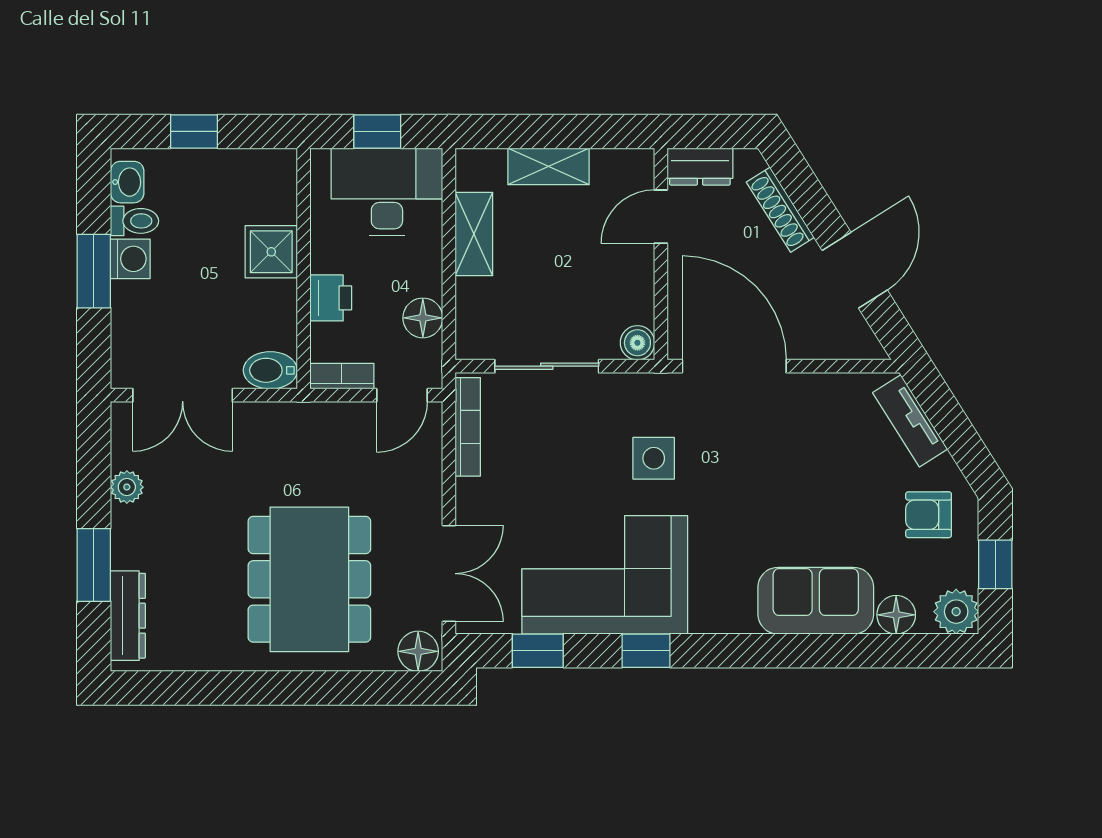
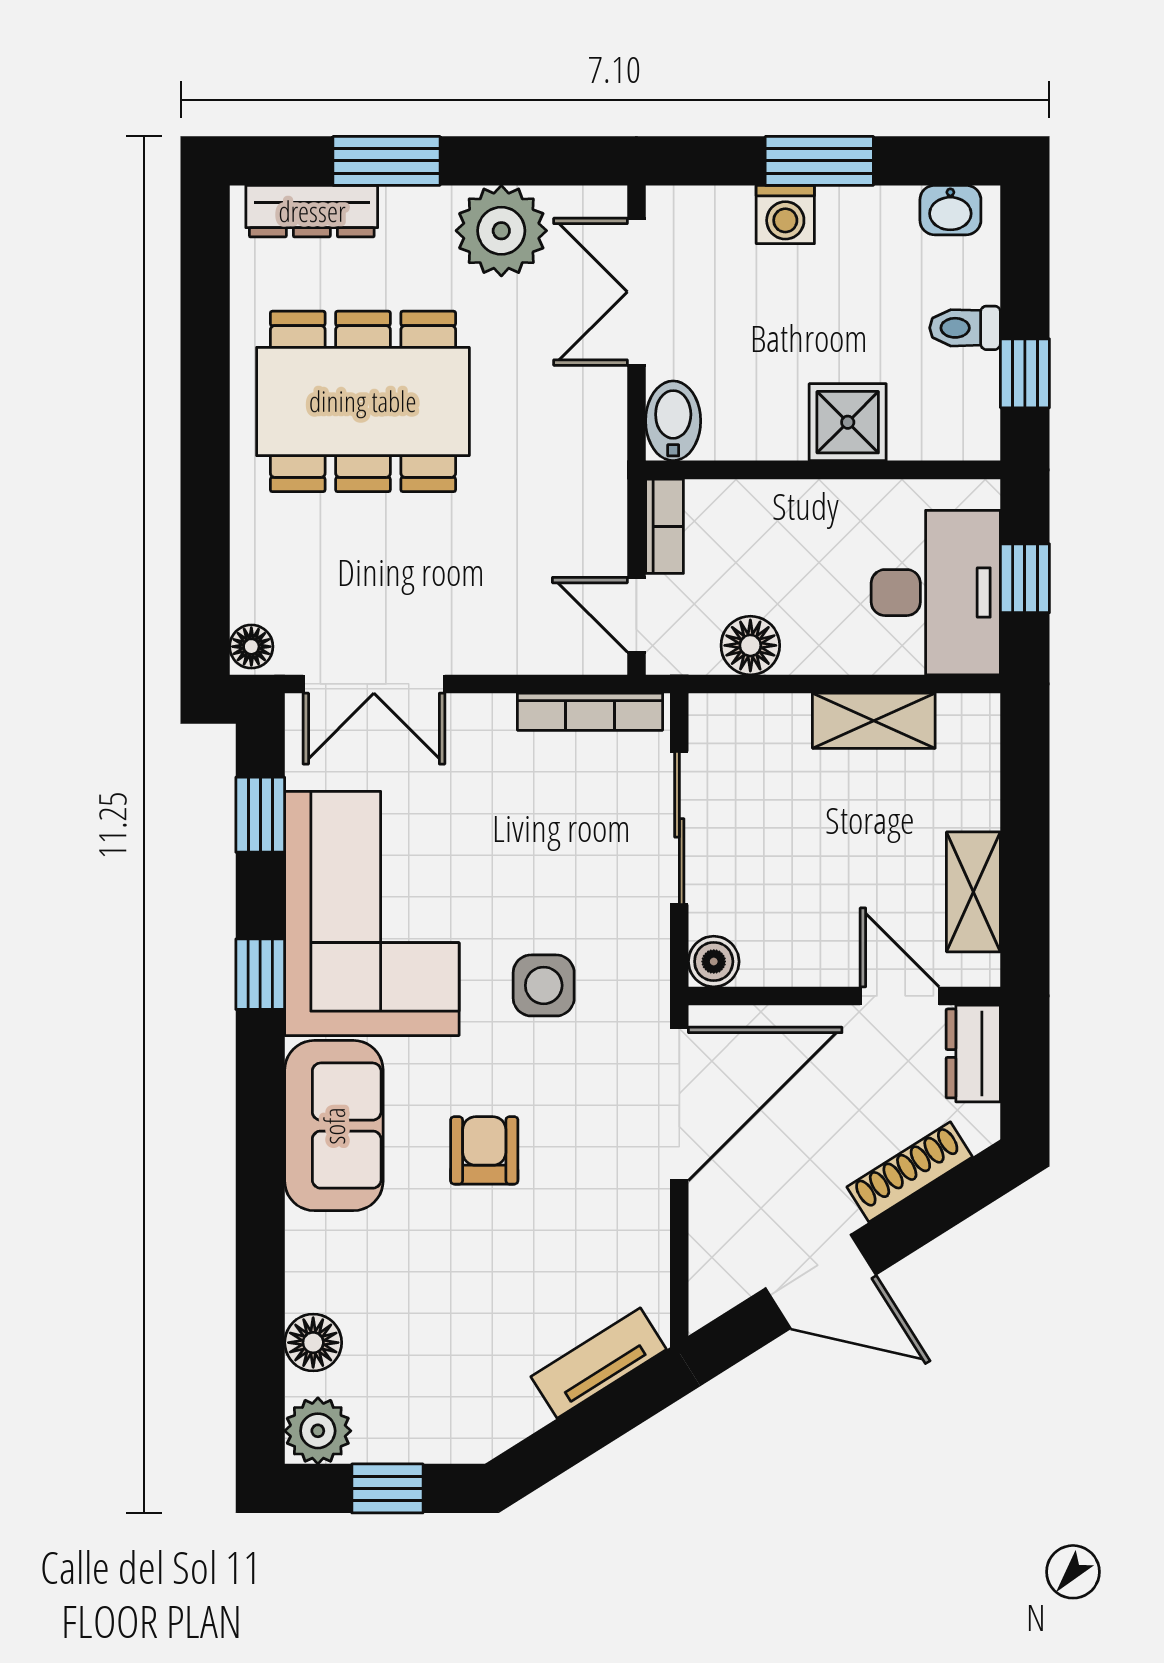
window: (194, 131) -> (1025, 373), moved
shelving: (548, 166) -> (973, 892), moved
toilet: (134, 221) -> (965, 328), moved, turned 90
washing machine: (130, 259) -> (785, 215), moved
printer: (331, 298) -> (780, 510), removed
plant: (127, 487) -> (501, 231), width x1.87, depth x1.87
armchair: (929, 515) -> (484, 1150), moved
dining table: (309, 579) -> (363, 401), moved
sofa: (816, 601) -> (334, 1126), moved
floor lamp: (418, 651) -> (251, 647), width x0.73, depth x0.73

